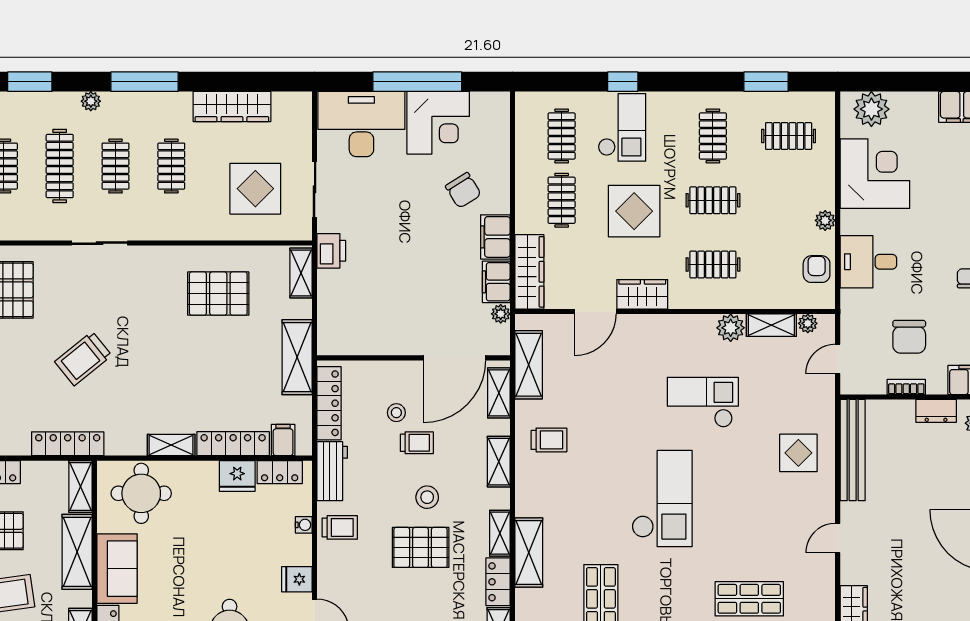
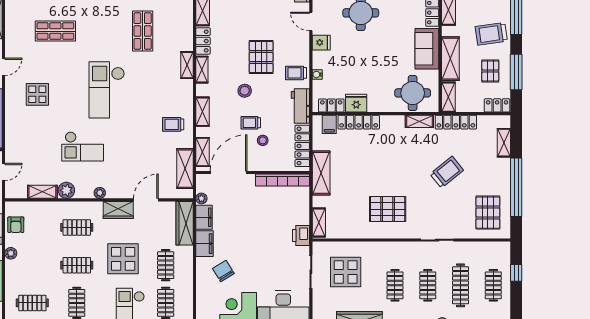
pallet: (218, 294) -> (388, 209), moved
plant: (808, 323) -> (100, 193), moved
bookcase: (363, 345) -> (282, 180), added
shelving: (171, 445) -> (419, 121), moved
display table: (798, 453) -> (37, 94), moved
pallet: (421, 547) -> (261, 57), moved, turned 90
shelving: (529, 553) -> (187, 65), width x0.67, depth x0.75

